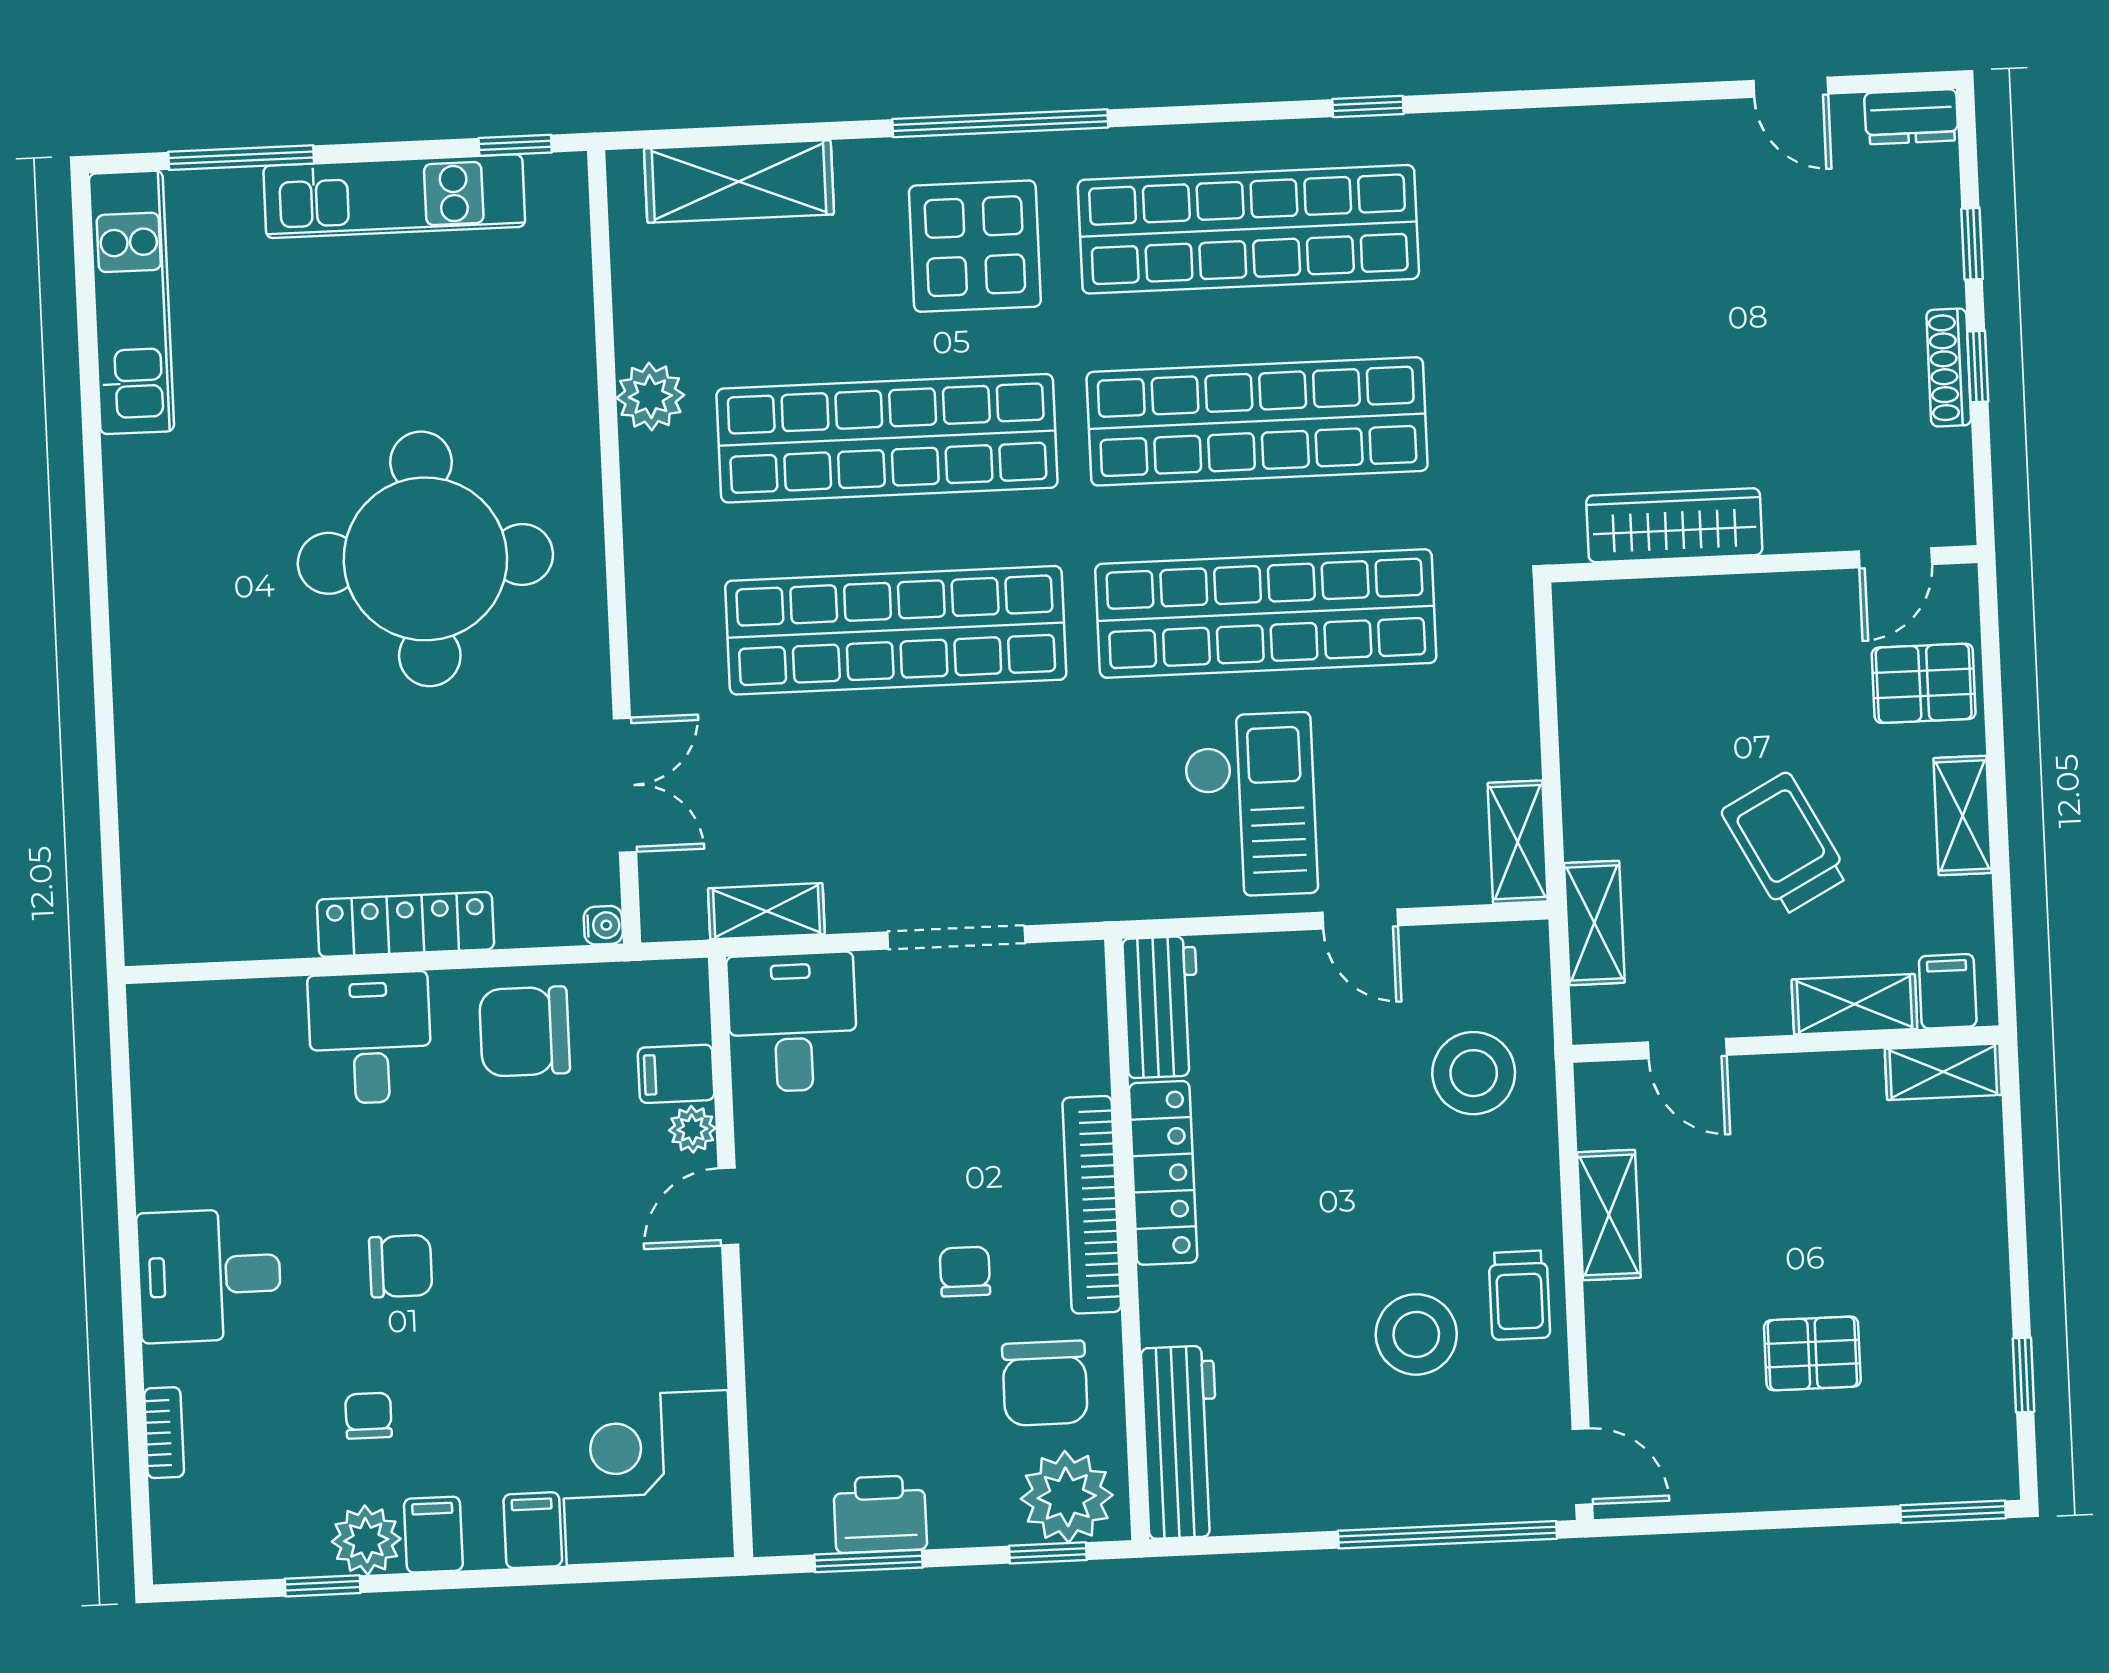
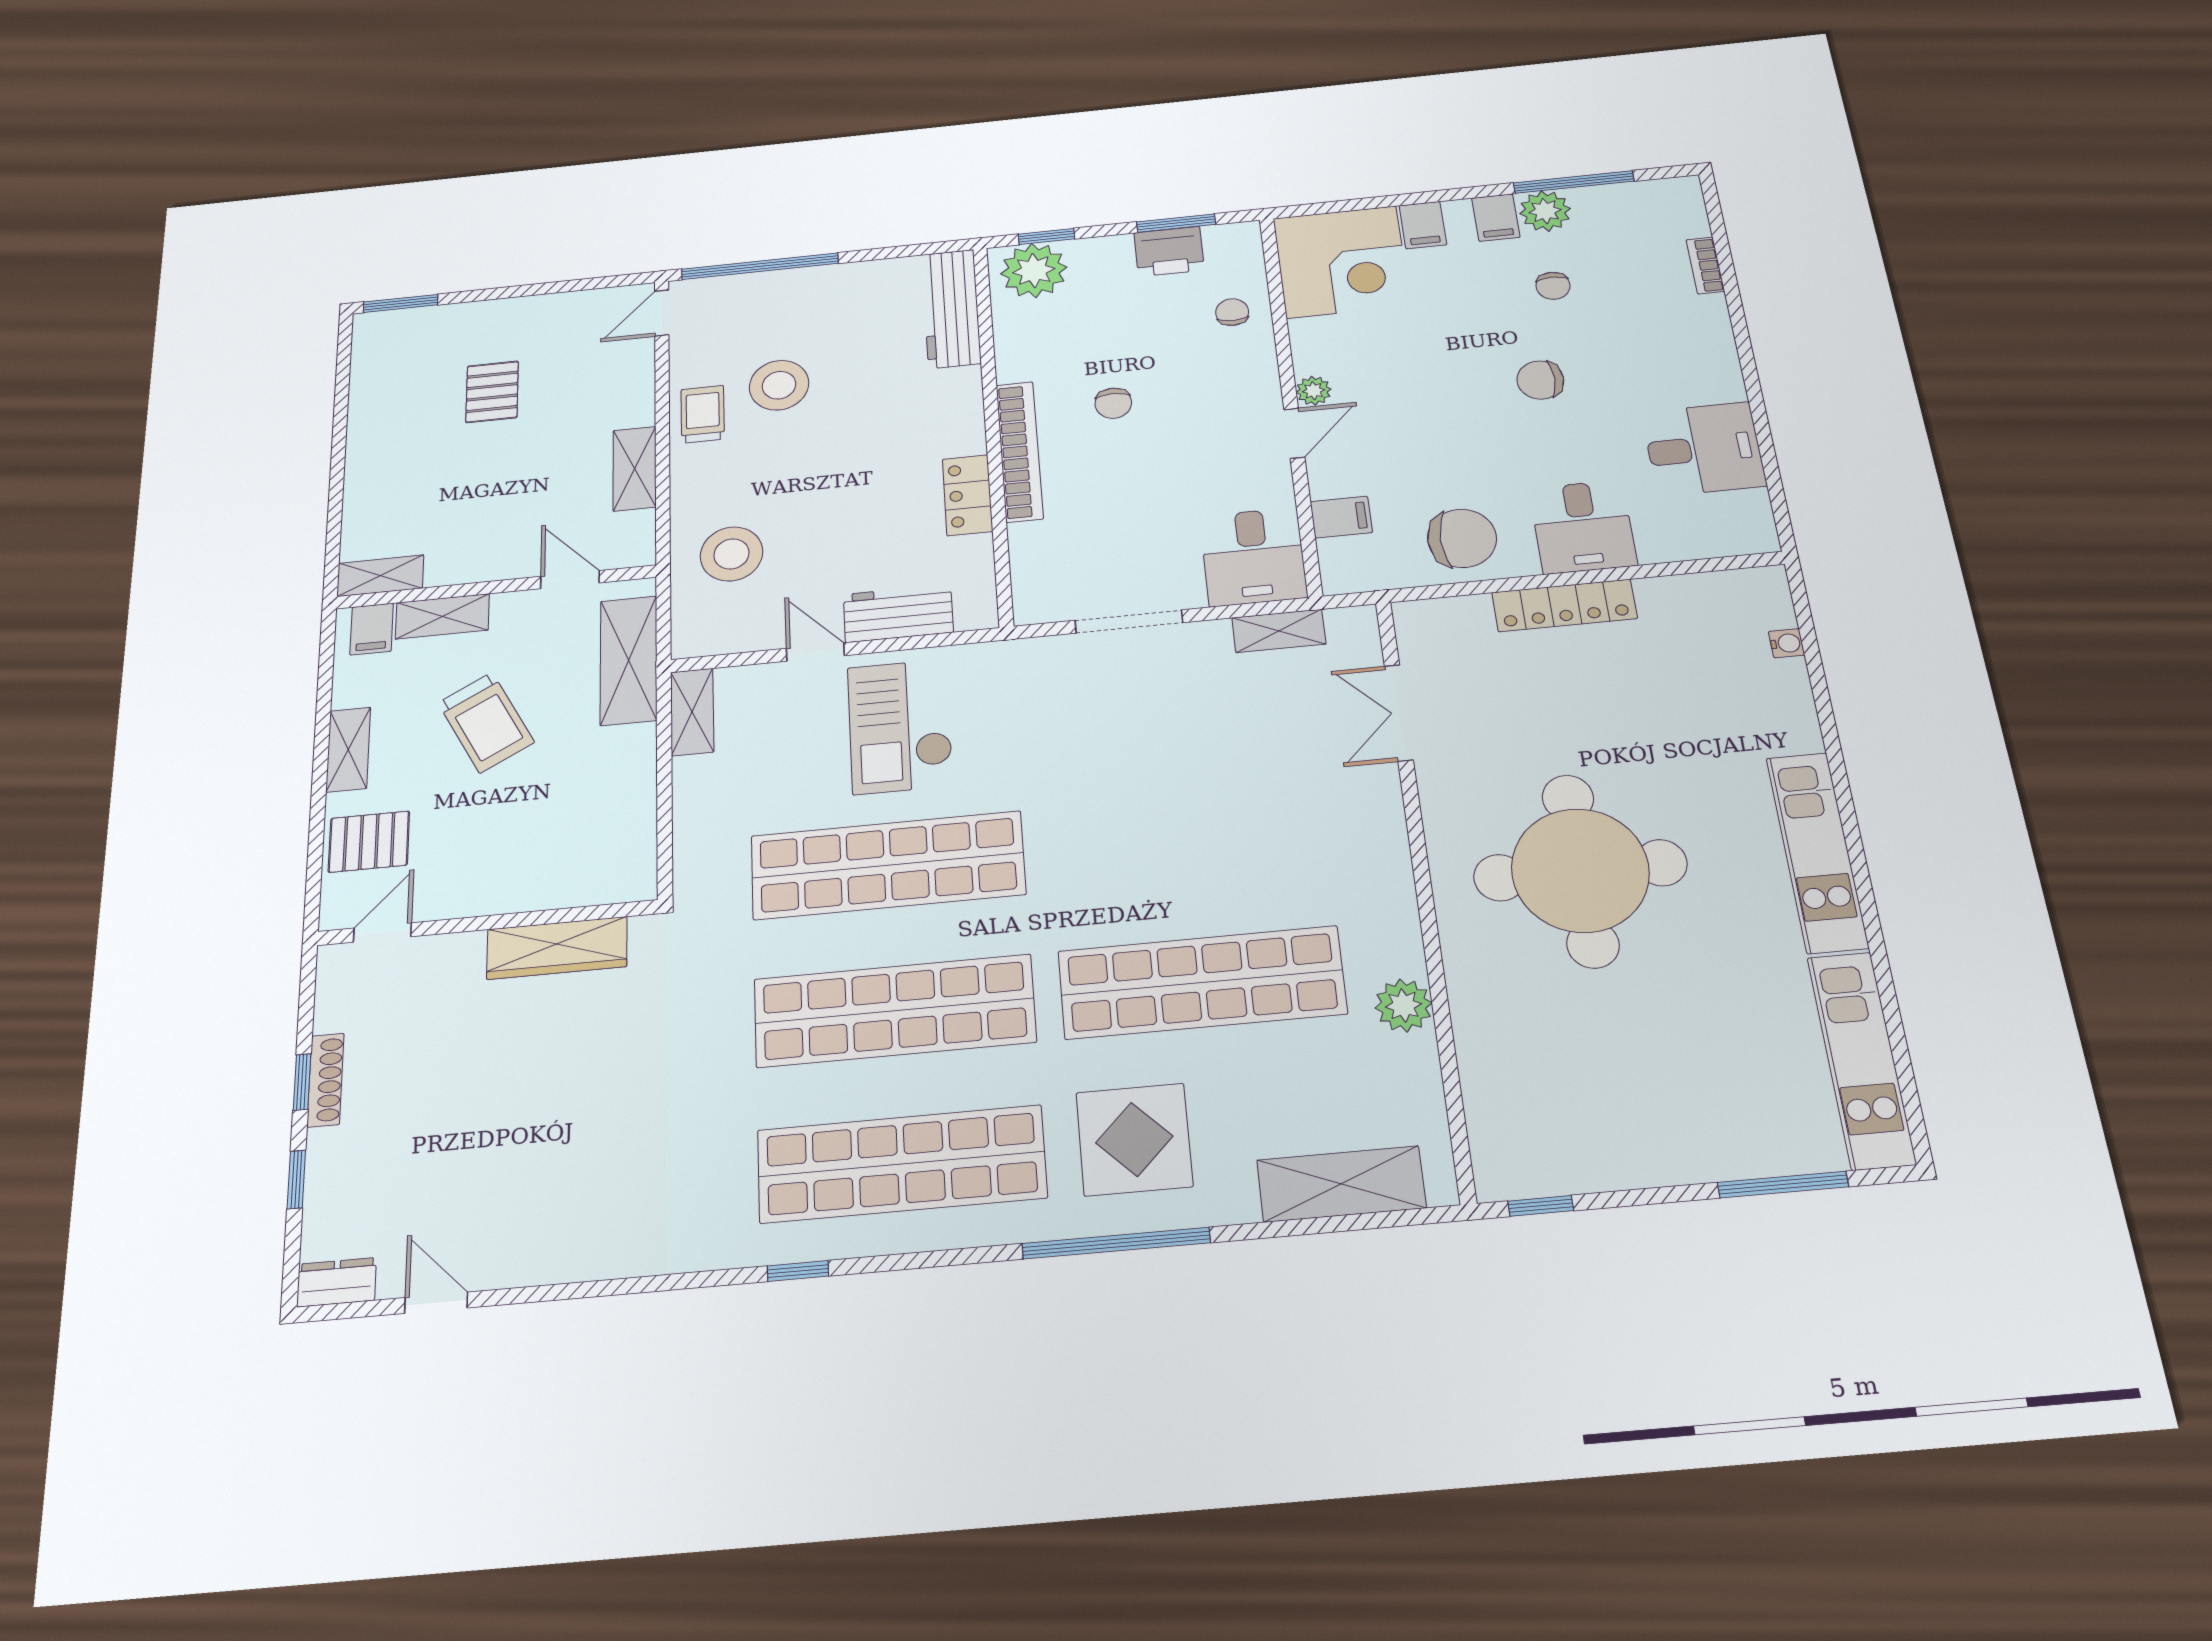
kitchen unit: (394, 196) -> (1817, 852), moved, turned -90
shop shelf: (896, 630) -> (1187, 837), removed
shelving: (1594, 923) -> (629, 660), width x1.50, depth x1.33
water cooler: (603, 925) -> (1787, 643), moved, turned 180
workbench: (1161, 1007) -> (898, 613), moved, turned 90
plant: (692, 1129) -> (1314, 391), moved
locker: (1163, 1173) -> (967, 495), width x0.66
desk: (209, 1275) -> (1704, 449), moved
pallet: (1812, 1353) -> (492, 392), turned 90
window: (2023, 1375) -> (342, 388), removed
chair: (1045, 1383) -> (1232, 312), moved, width x0.54, depth x0.54
door: (1582, 1467) -> (662, 313), hinge flipped
window: (323, 1586) -> (1574, 182), width x2.17

